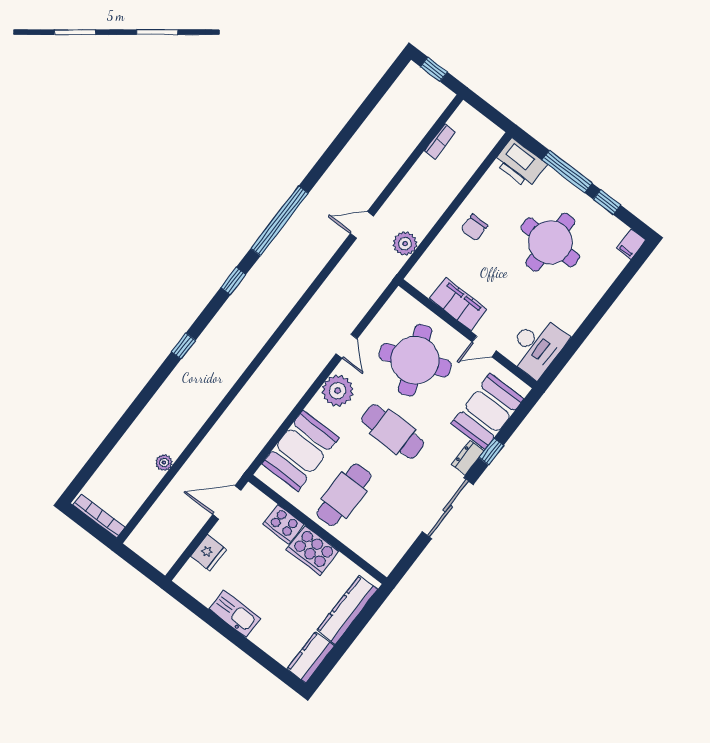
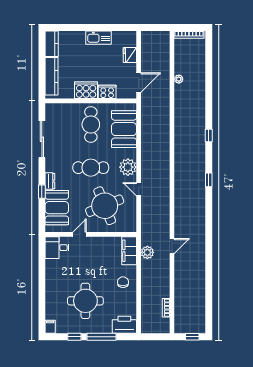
window: (280, 221) -> (209, 221), removed
filing cabinet: (458, 304) -> (129, 251), moved, turned 90
desk: (537, 346) -> (57, 248), width x0.73
sliding door: (448, 508) -> (42, 139), moved

